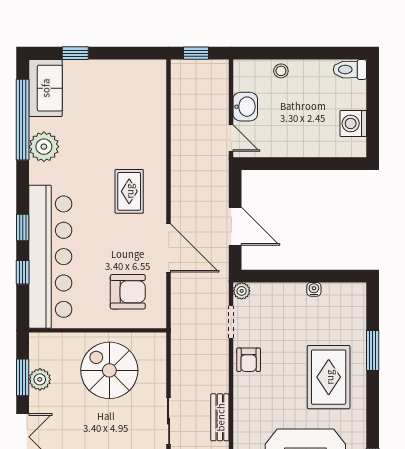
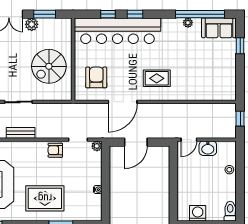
plant: (44, 147) -> (188, 23), width x0.53, depth x0.53
armchair: (128, 292) -> (96, 77), turned 180
spiral stairs: (109, 370) -> (49, 66), turned 180
plant: (40, 379) -> (32, 24), moved

